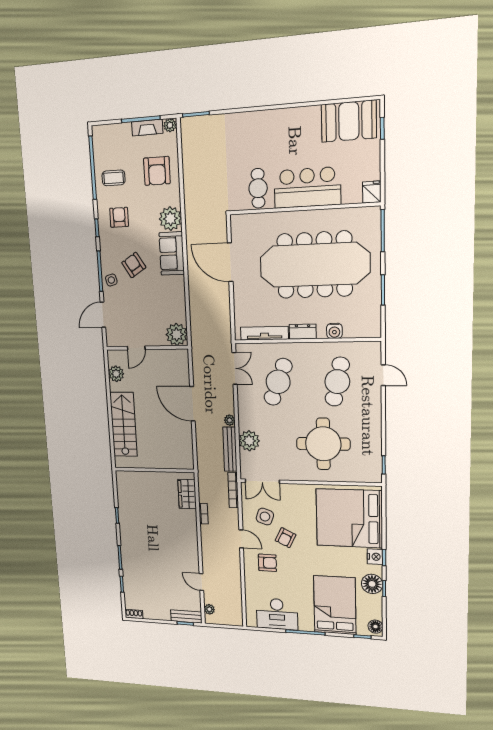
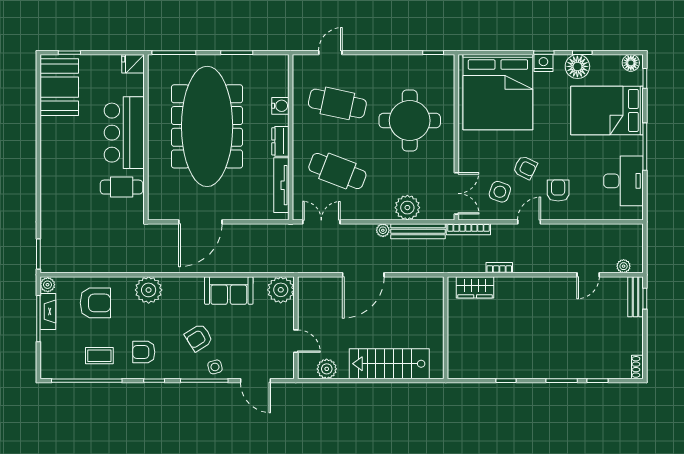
coffee table: (114, 178) -> (99, 356), turned 90
sofa: (172, 254) -> (229, 291), moved

